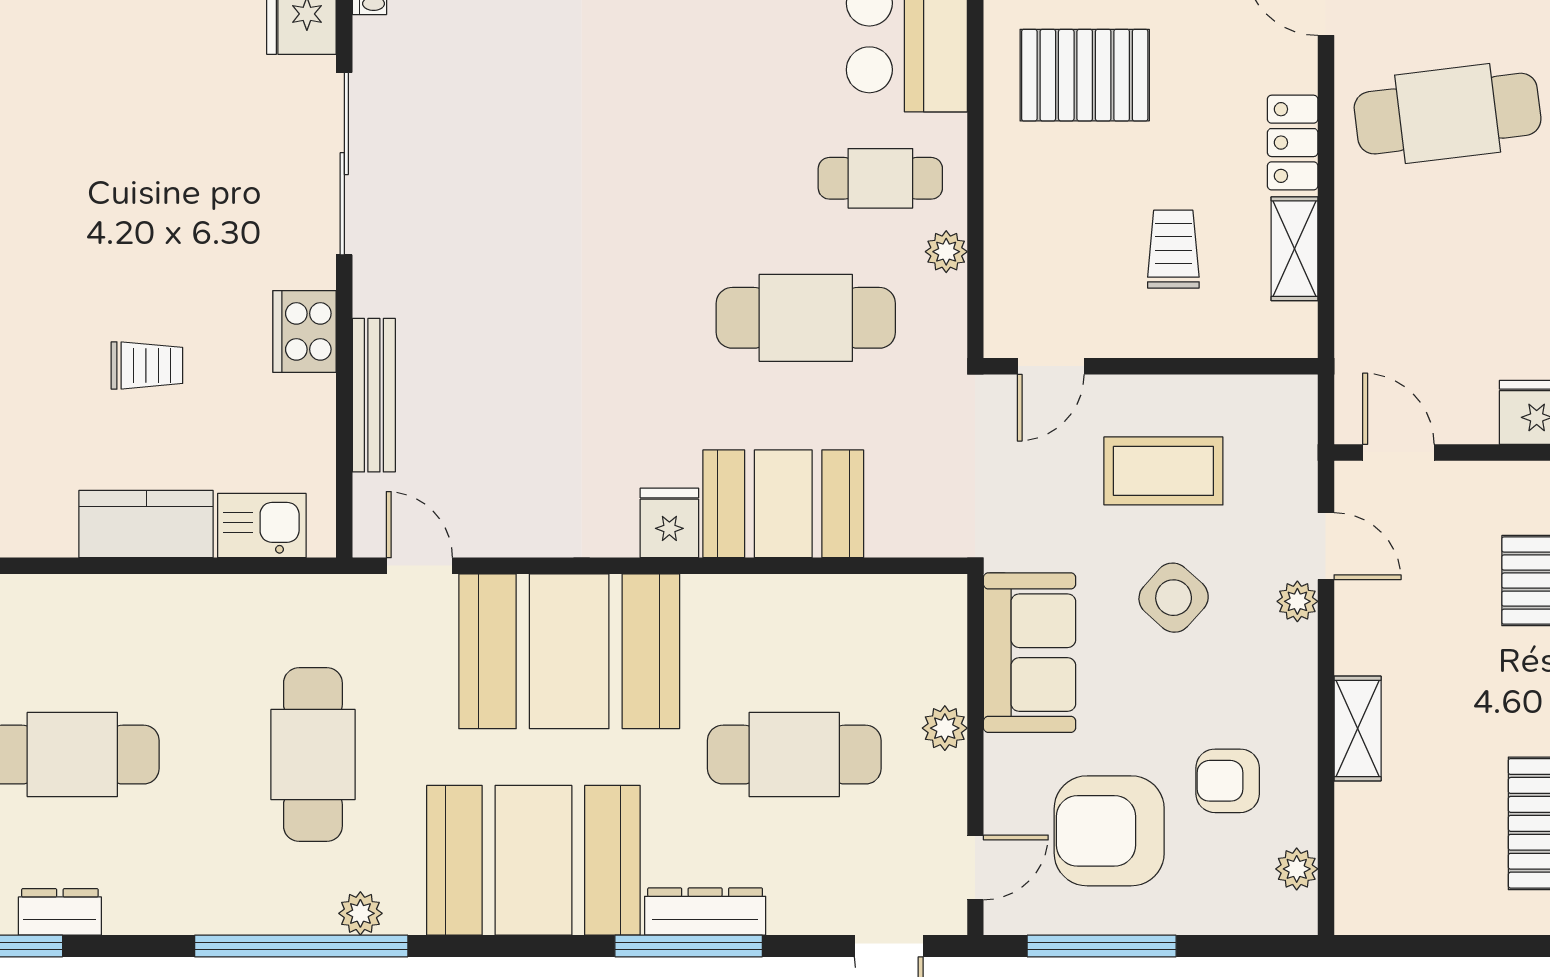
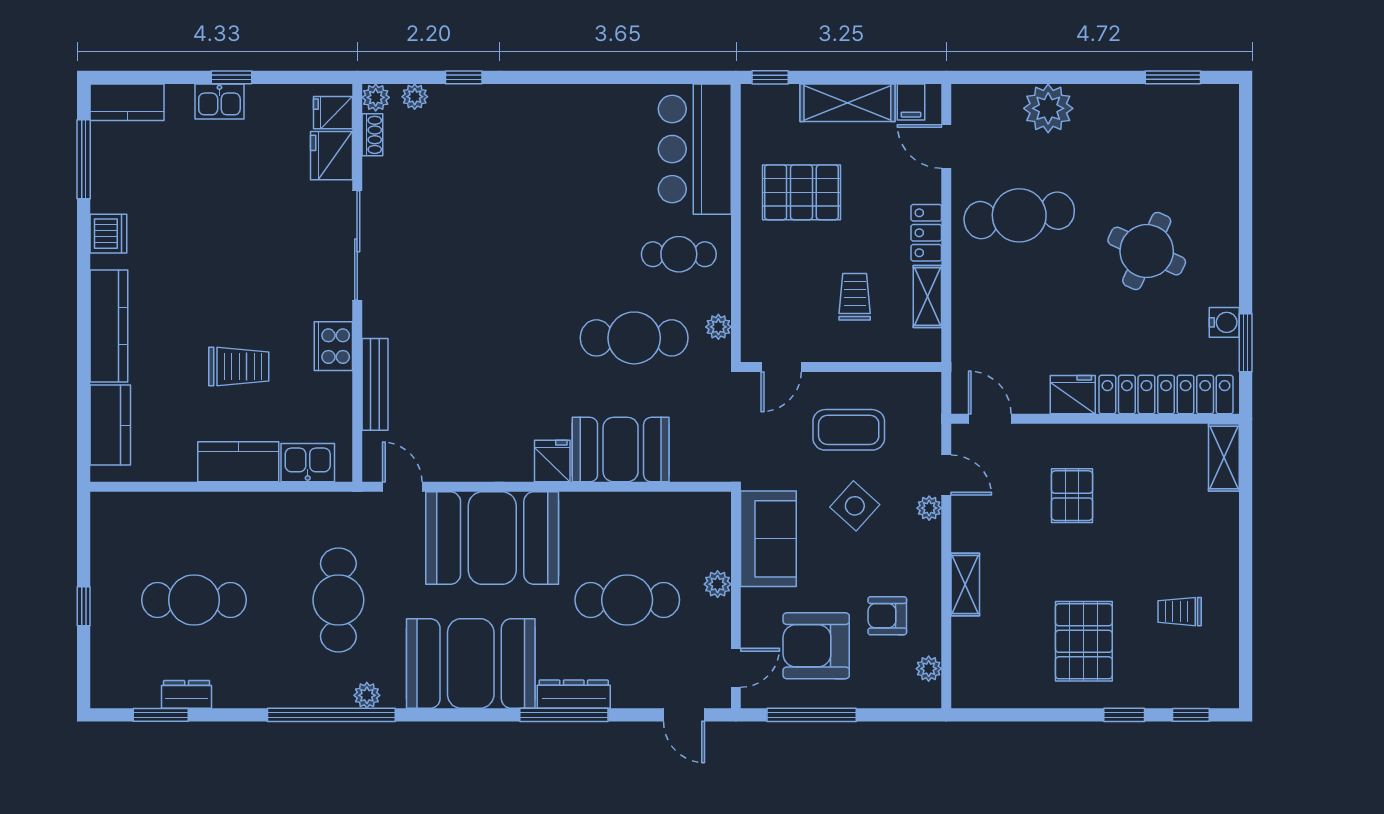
plant: (946, 252) -> (718, 327), moved
trolley: (147, 365) -> (239, 367), width x1.36, depth x1.39

